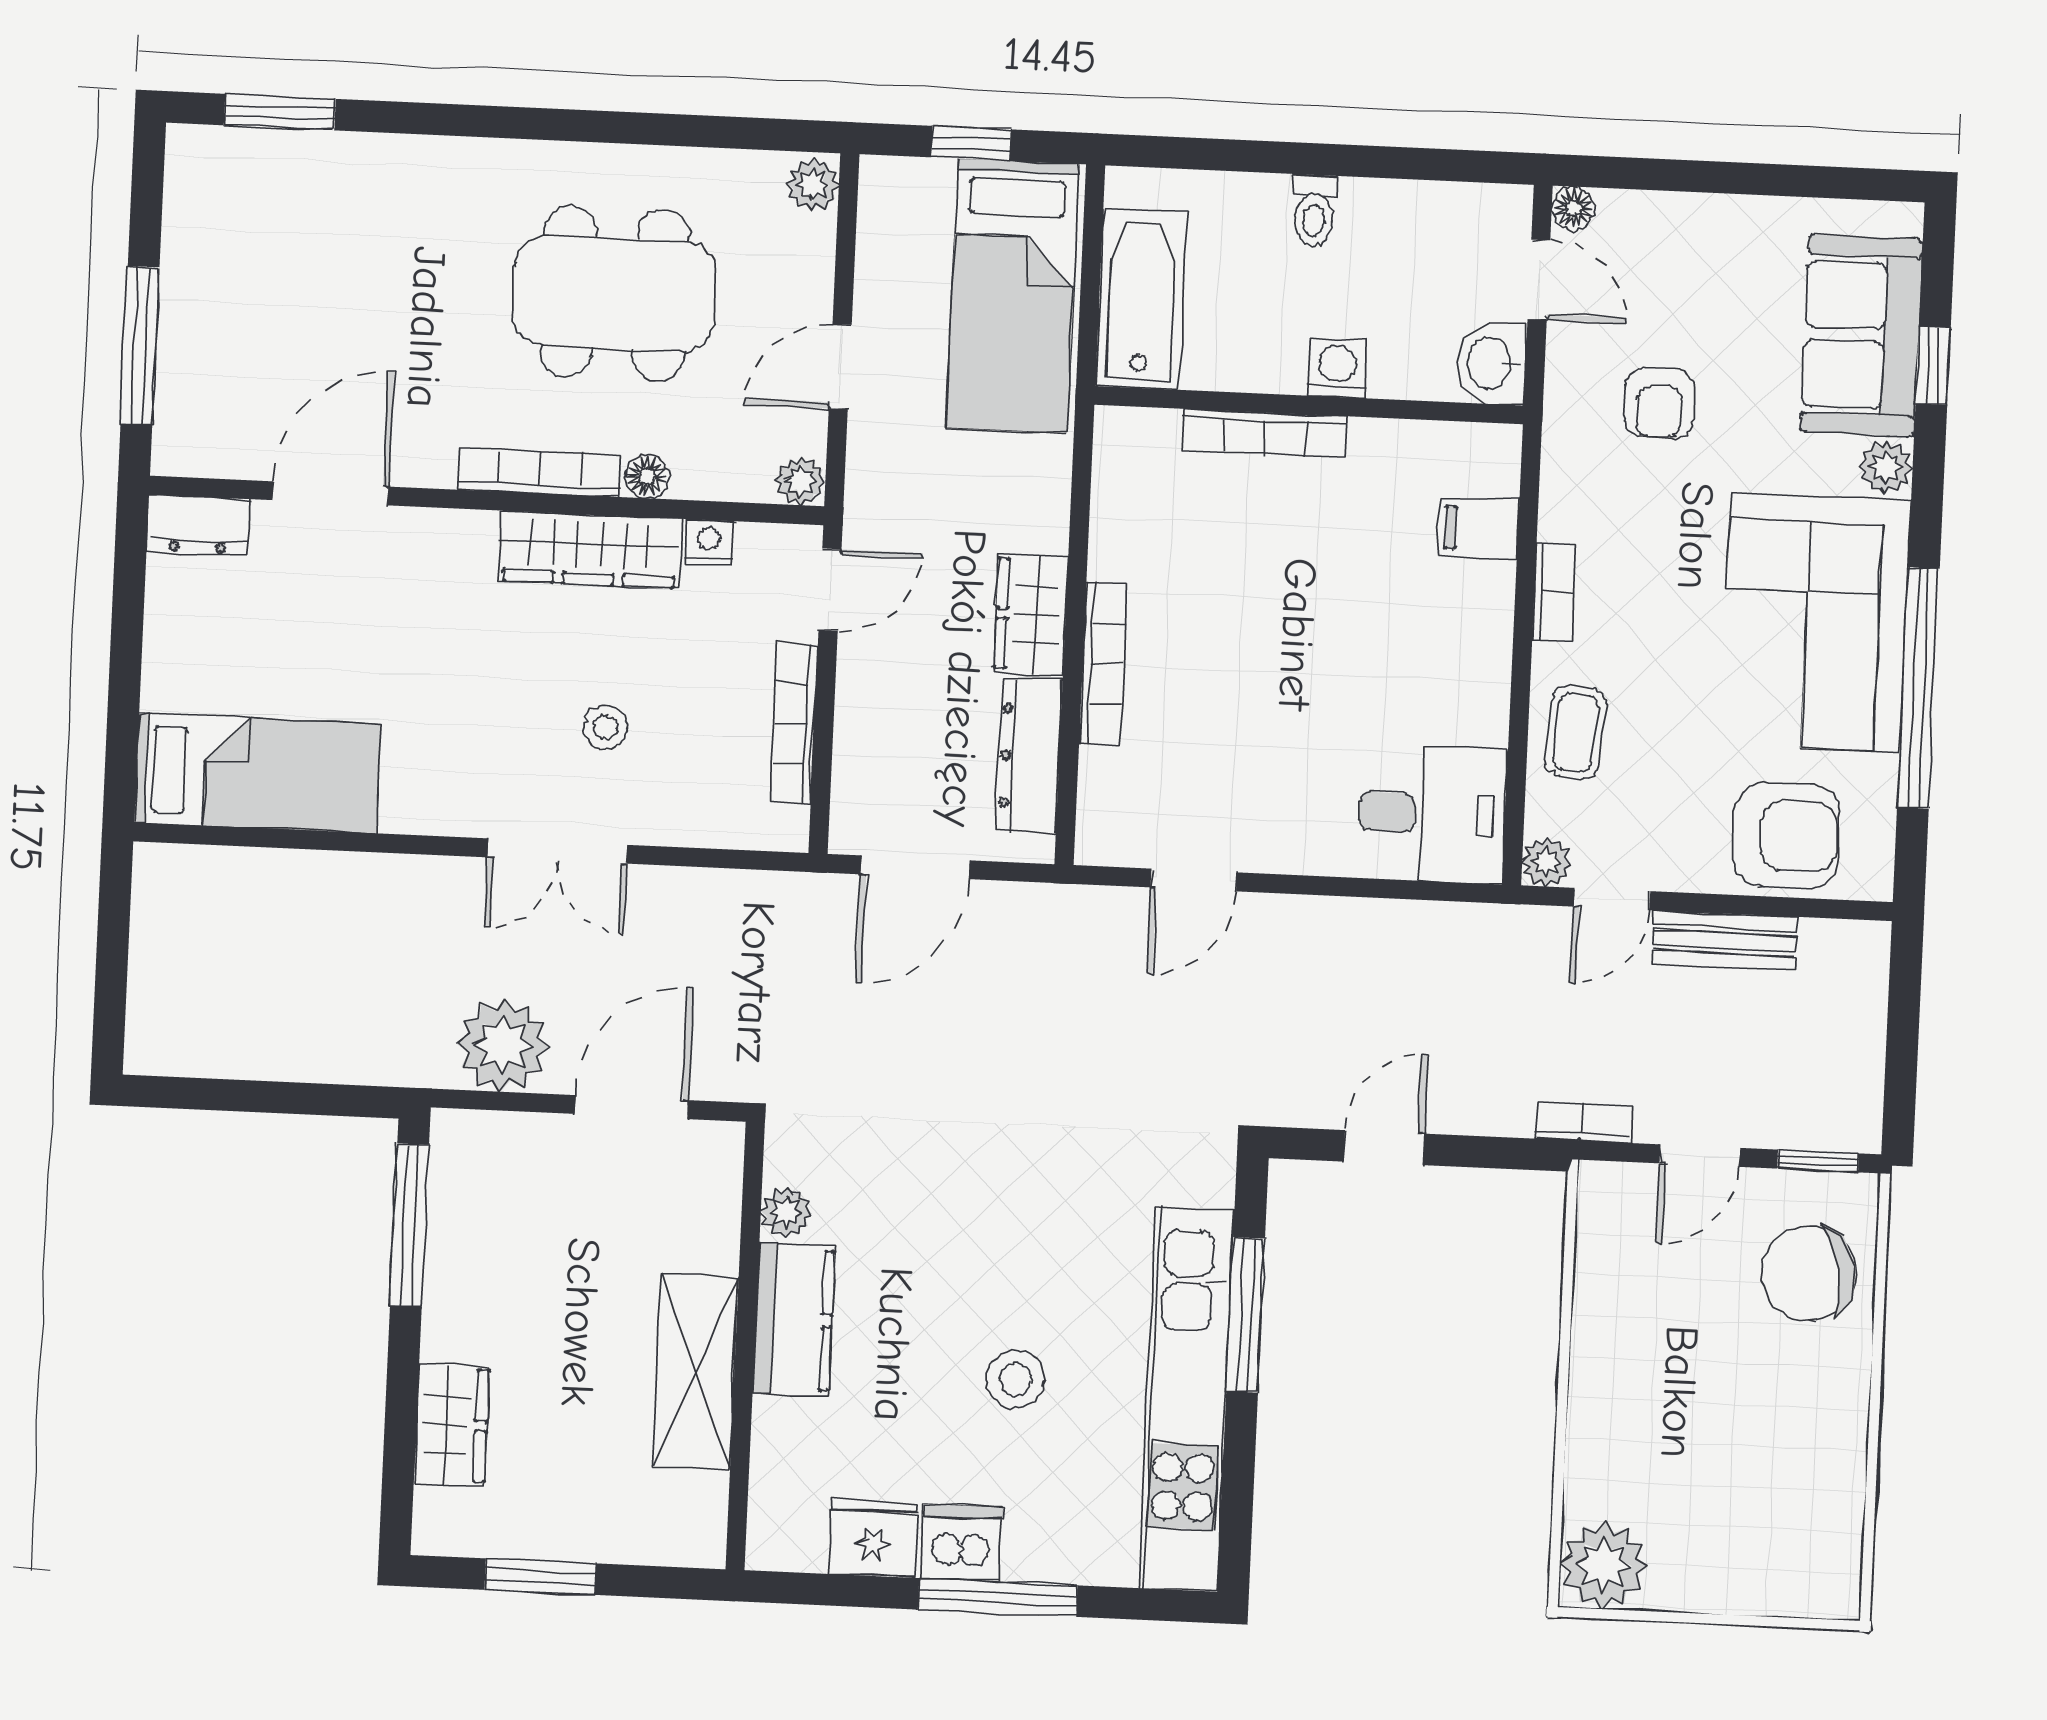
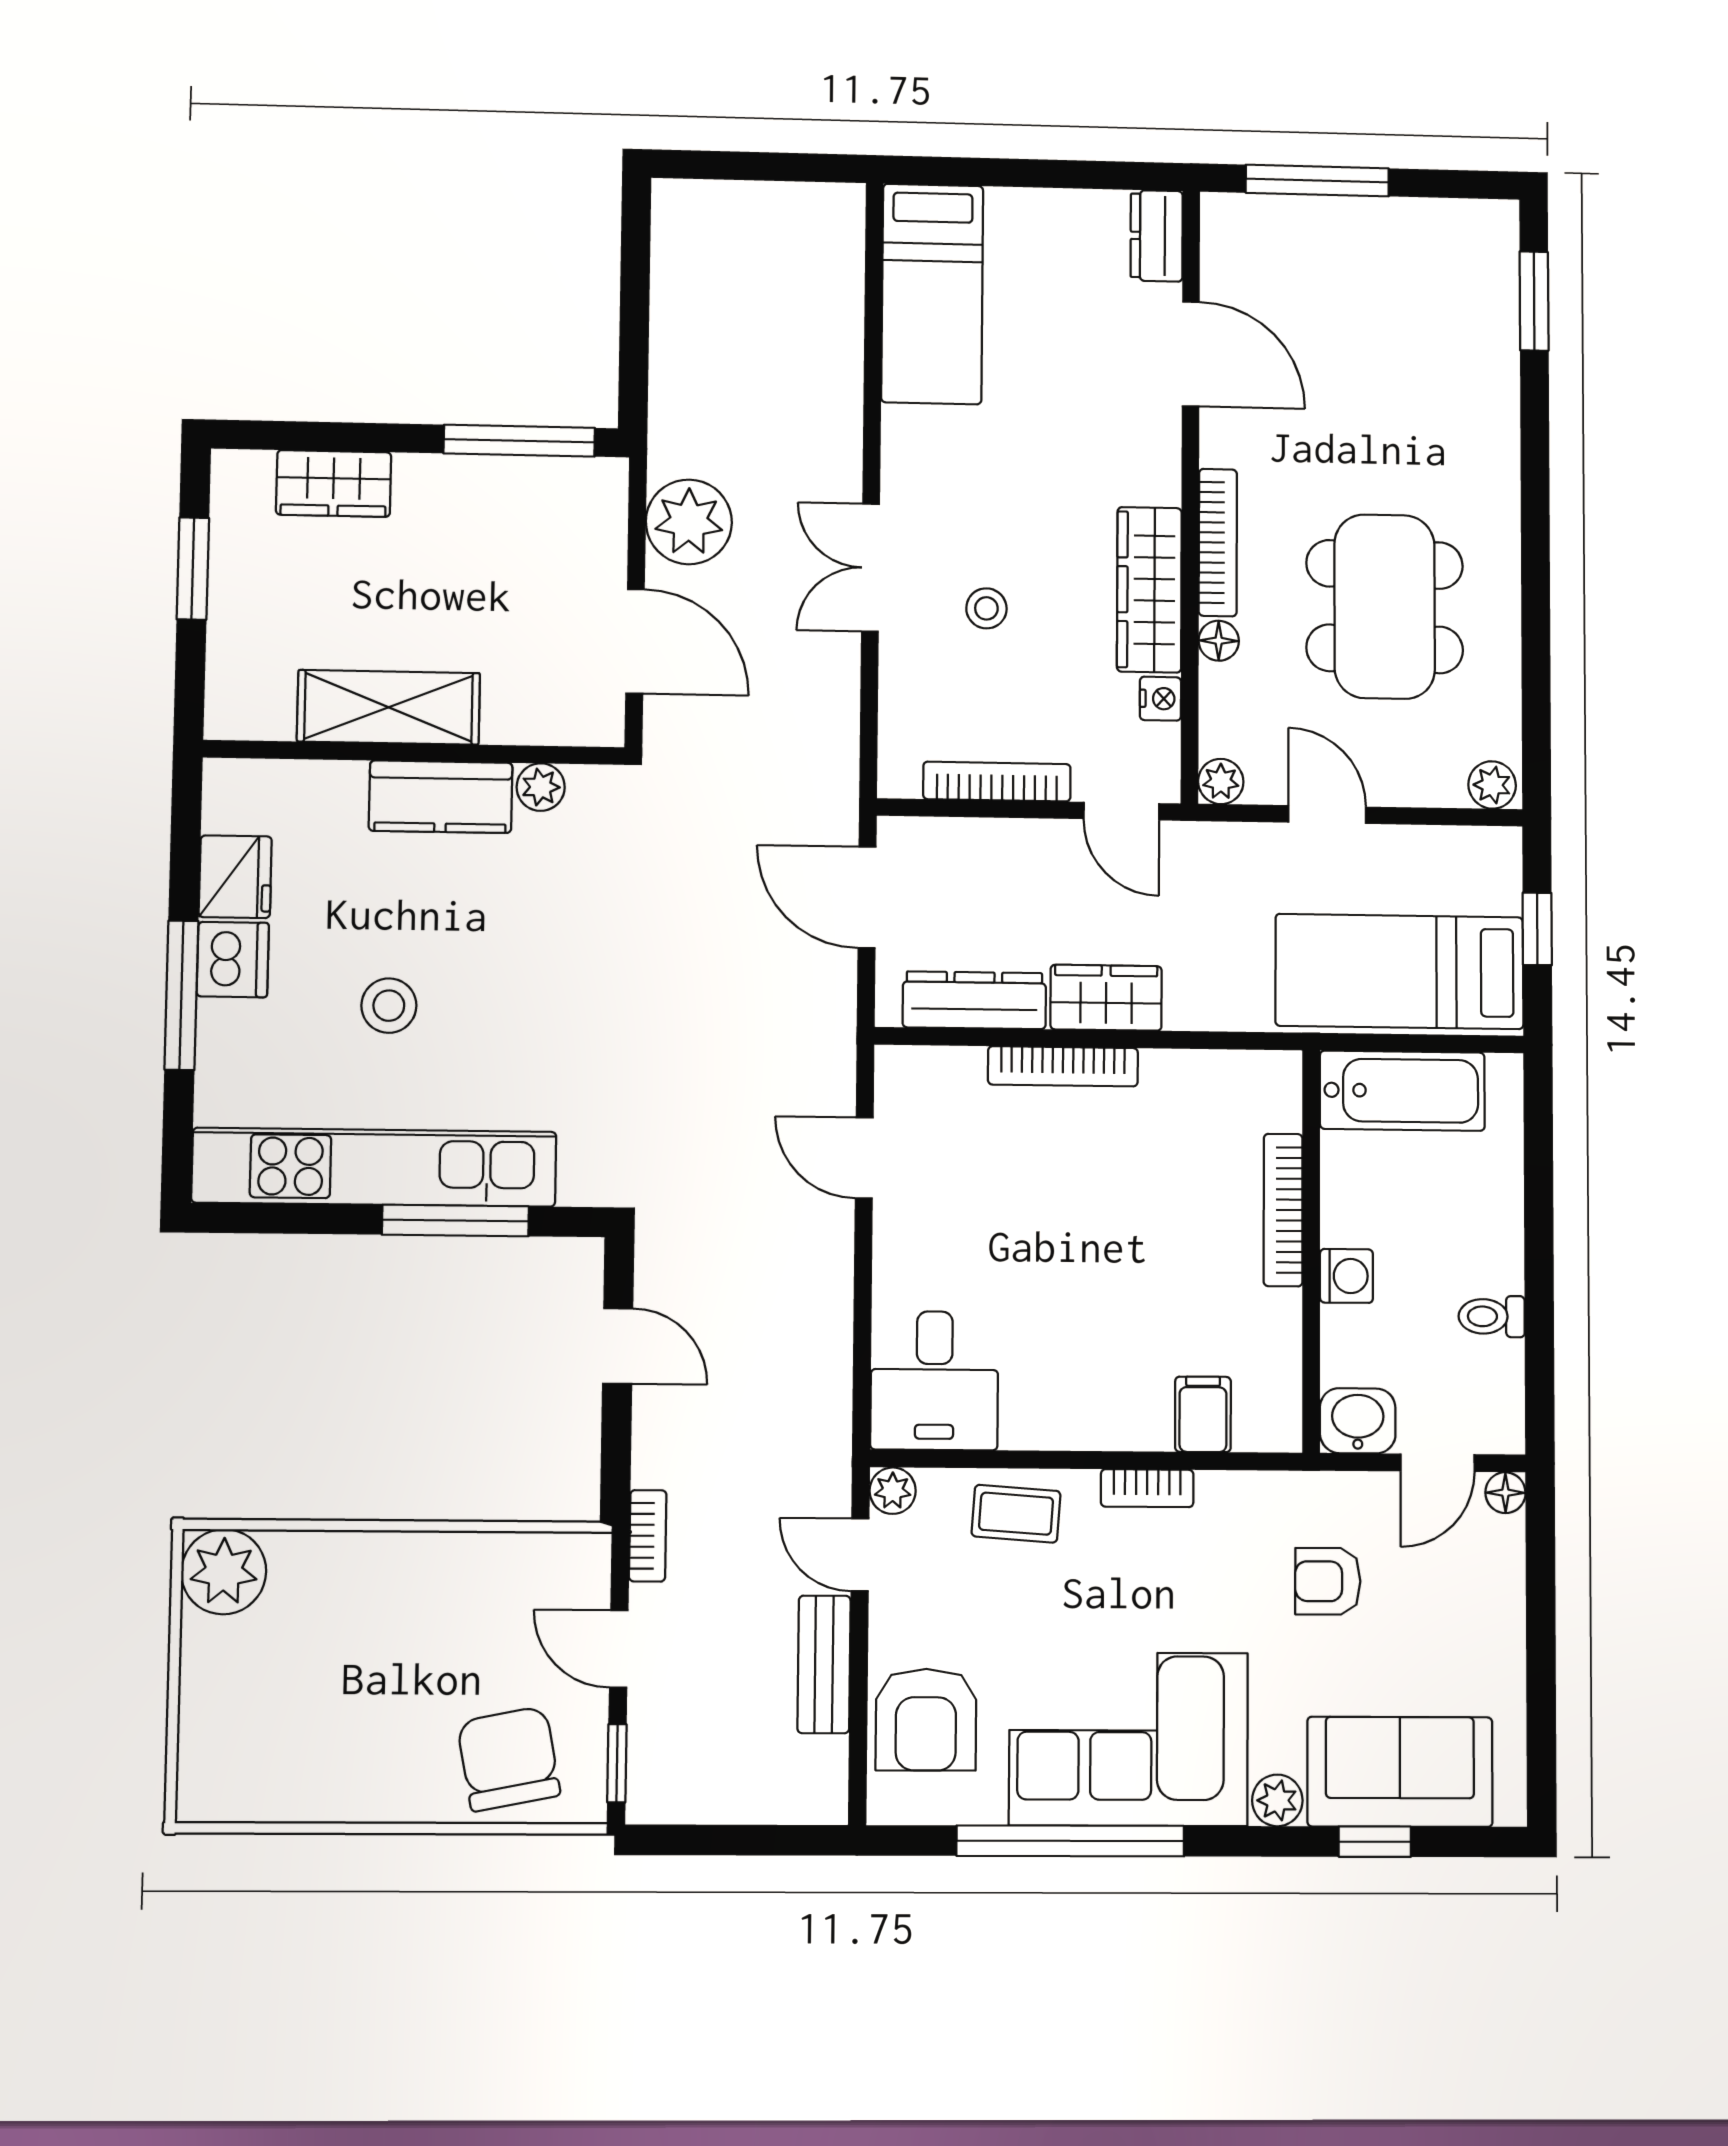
toilet: (1314, 211) -> (1492, 1316), moved

